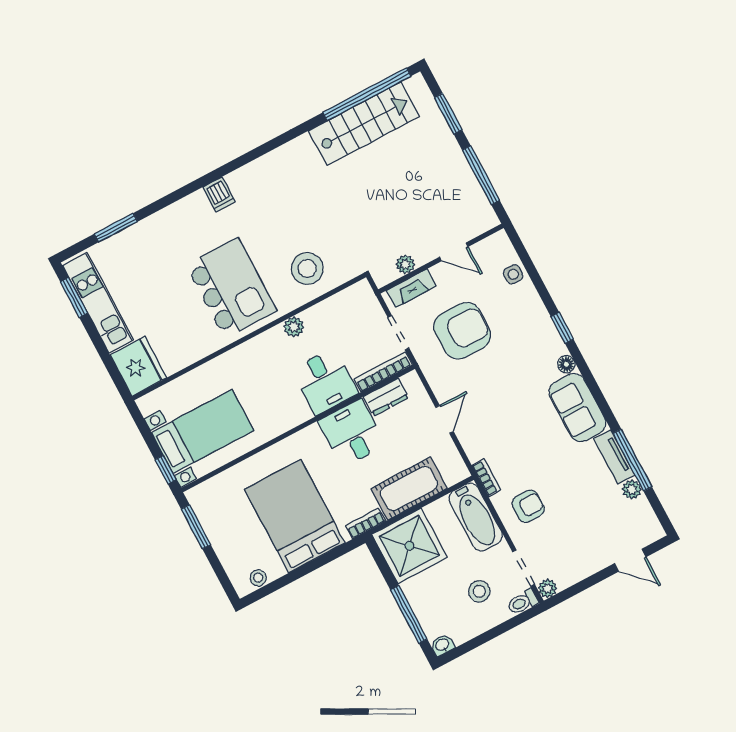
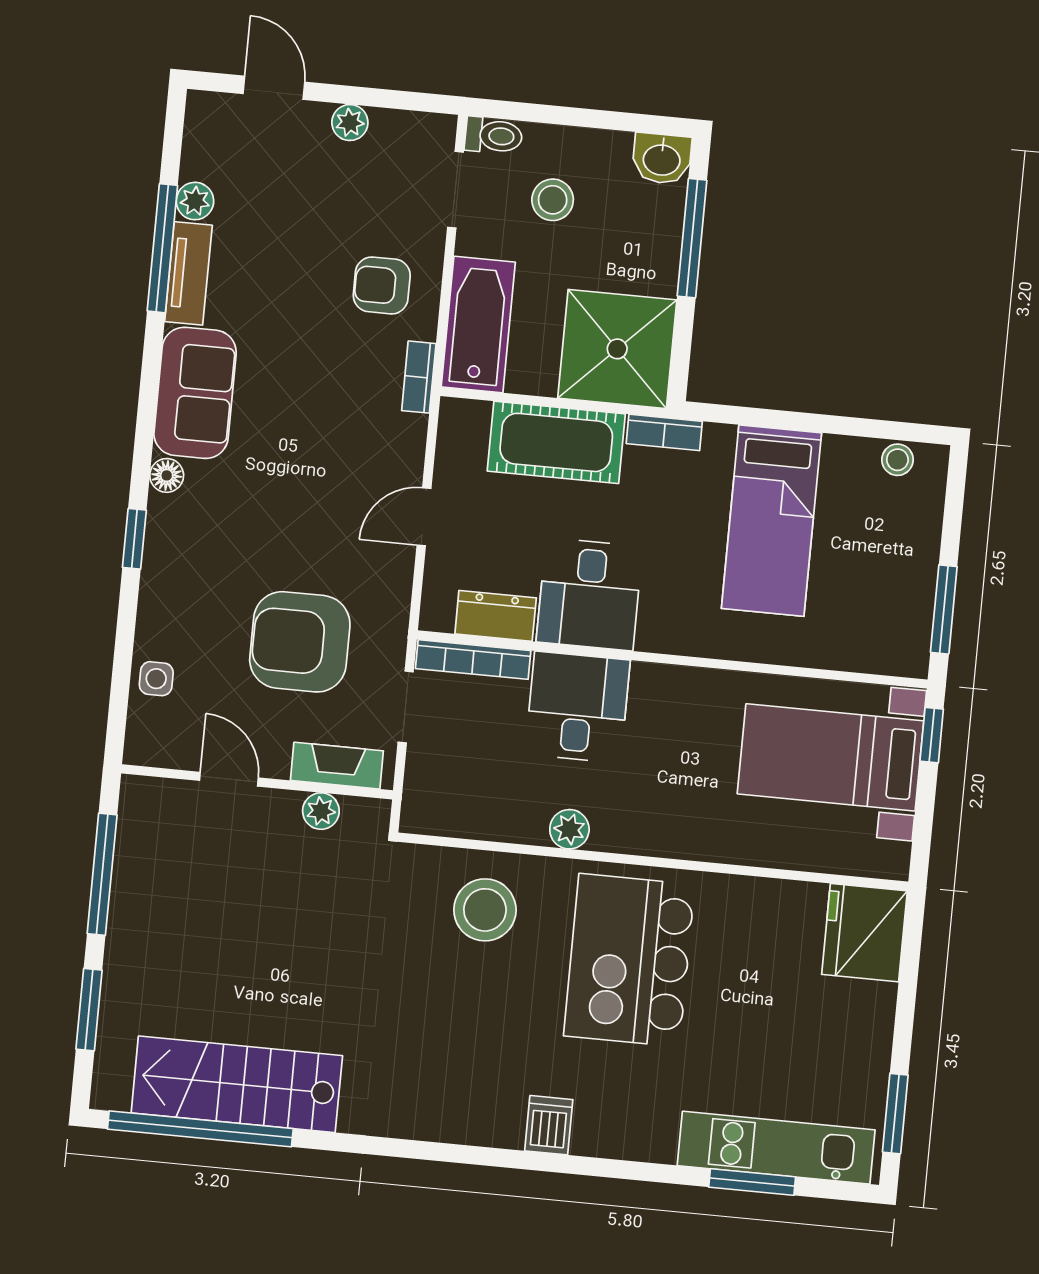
kitchen unit: (98, 303) -> (776, 1148), moved, turned 90
bed: (295, 516) -> (771, 521), width x0.67
plant: (548, 588) -> (350, 123), moved
washbasin: (442, 645) -> (662, 159), width x1.38, depth x1.45

